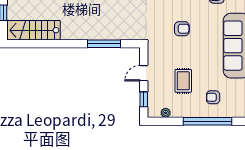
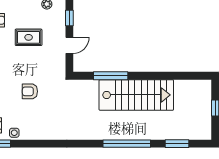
stairs: (34, 30) -> (136, 95), moved, width x1.36, depth x1.51
rug: (183, 81) -> (29, 37), turned 90

